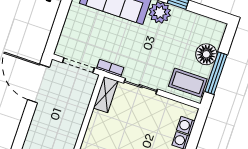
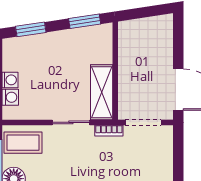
shelving: (106, 95) -> (102, 92), width x1.50, depth x1.33

